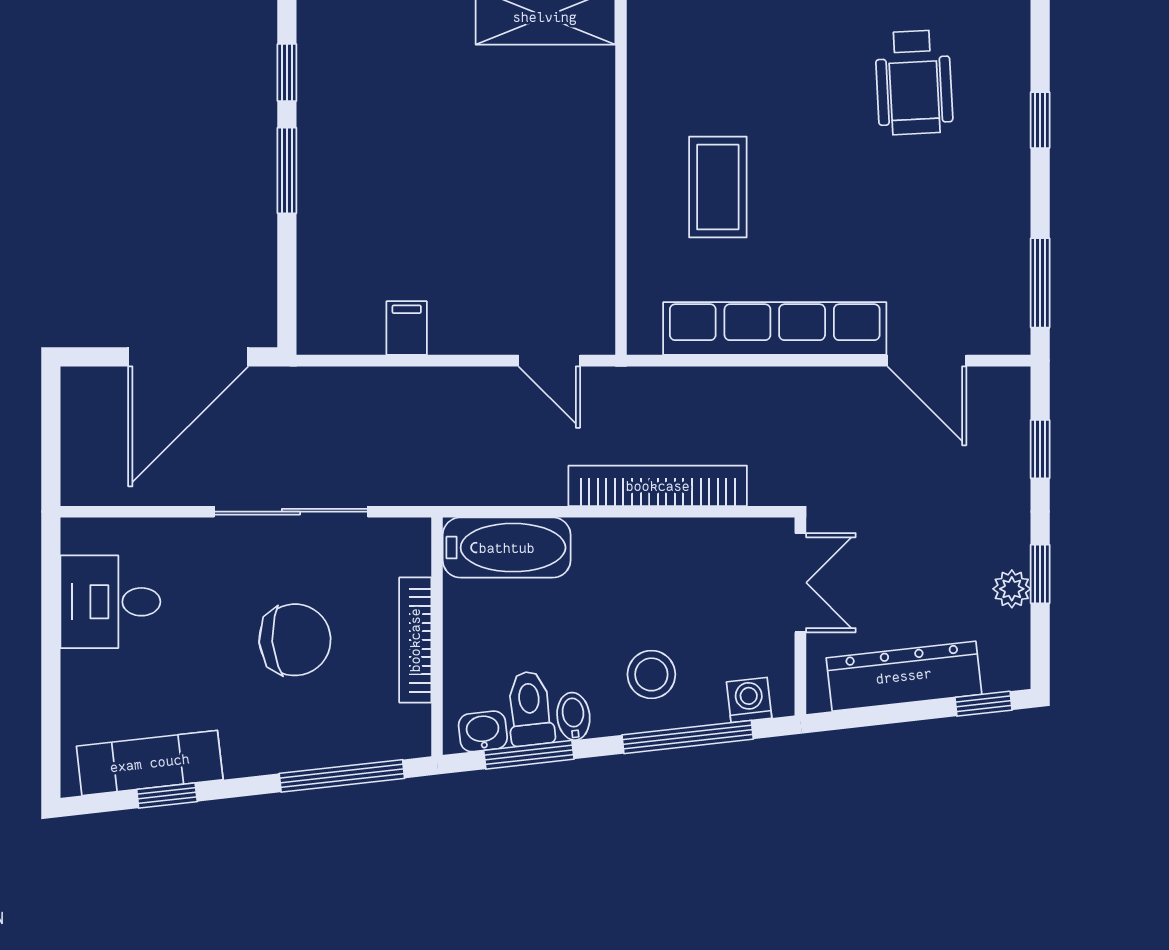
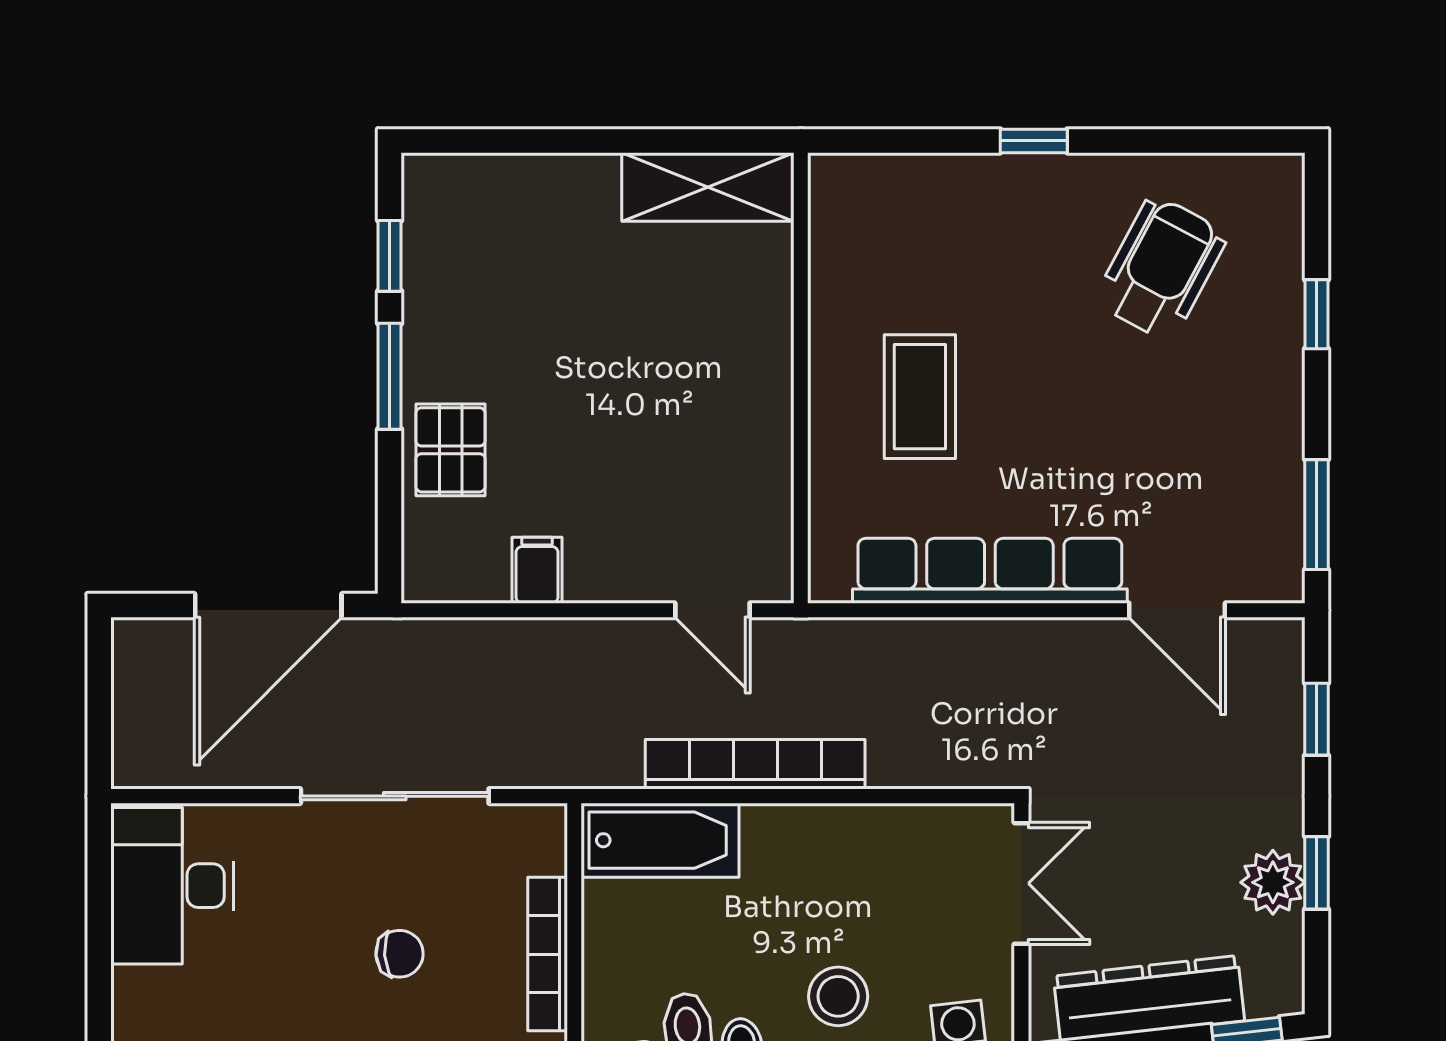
wheelchair: (914, 83) -> (1161, 268), turned -149
pallet: (336, 230) -> (451, 450), added
bookcase: (658, 486) -> (755, 764), moved
plant: (1012, 589) -> (1273, 882), width x1.38, depth x1.38
desk: (110, 602) -> (172, 886), width x1.37
chair: (295, 640) -> (399, 954), width x0.54, depth x0.54

